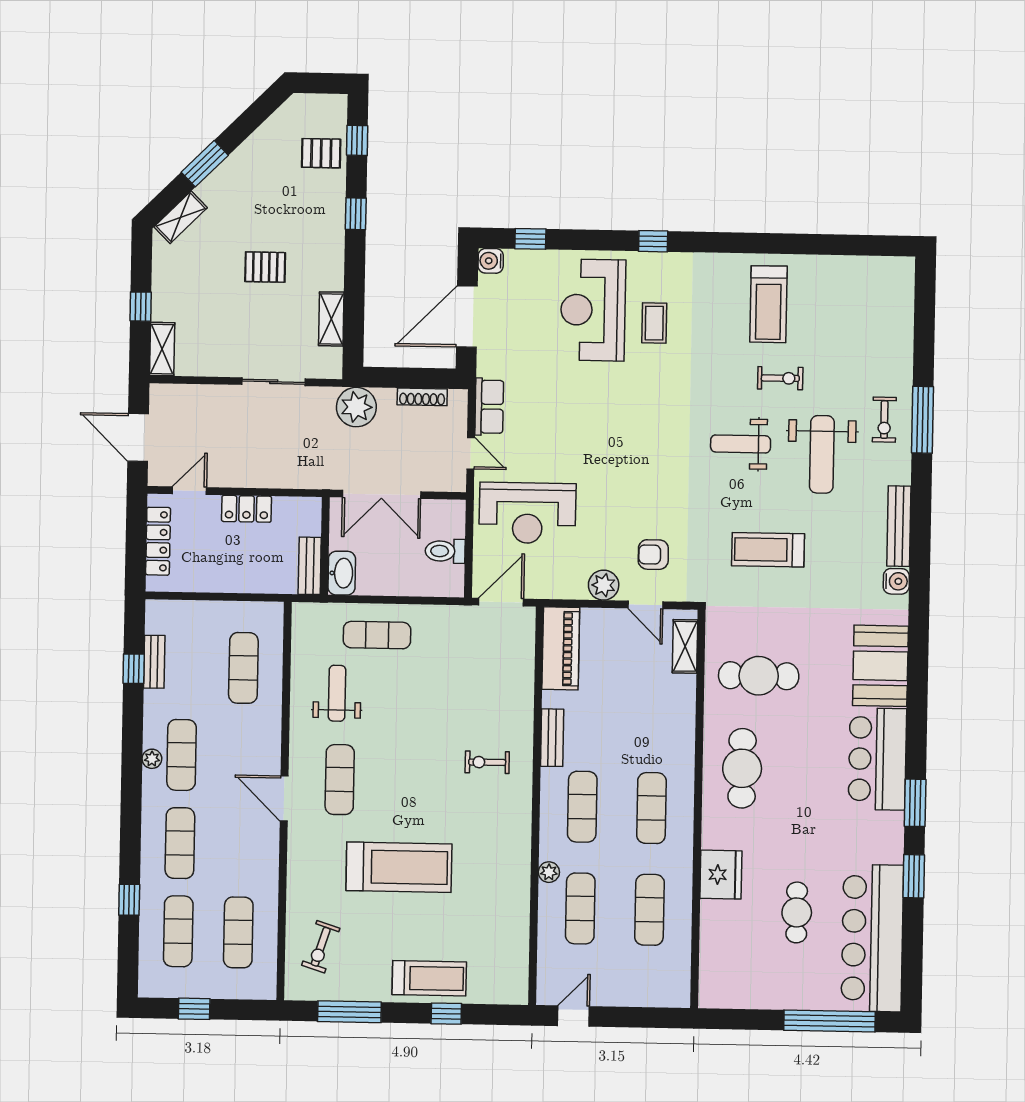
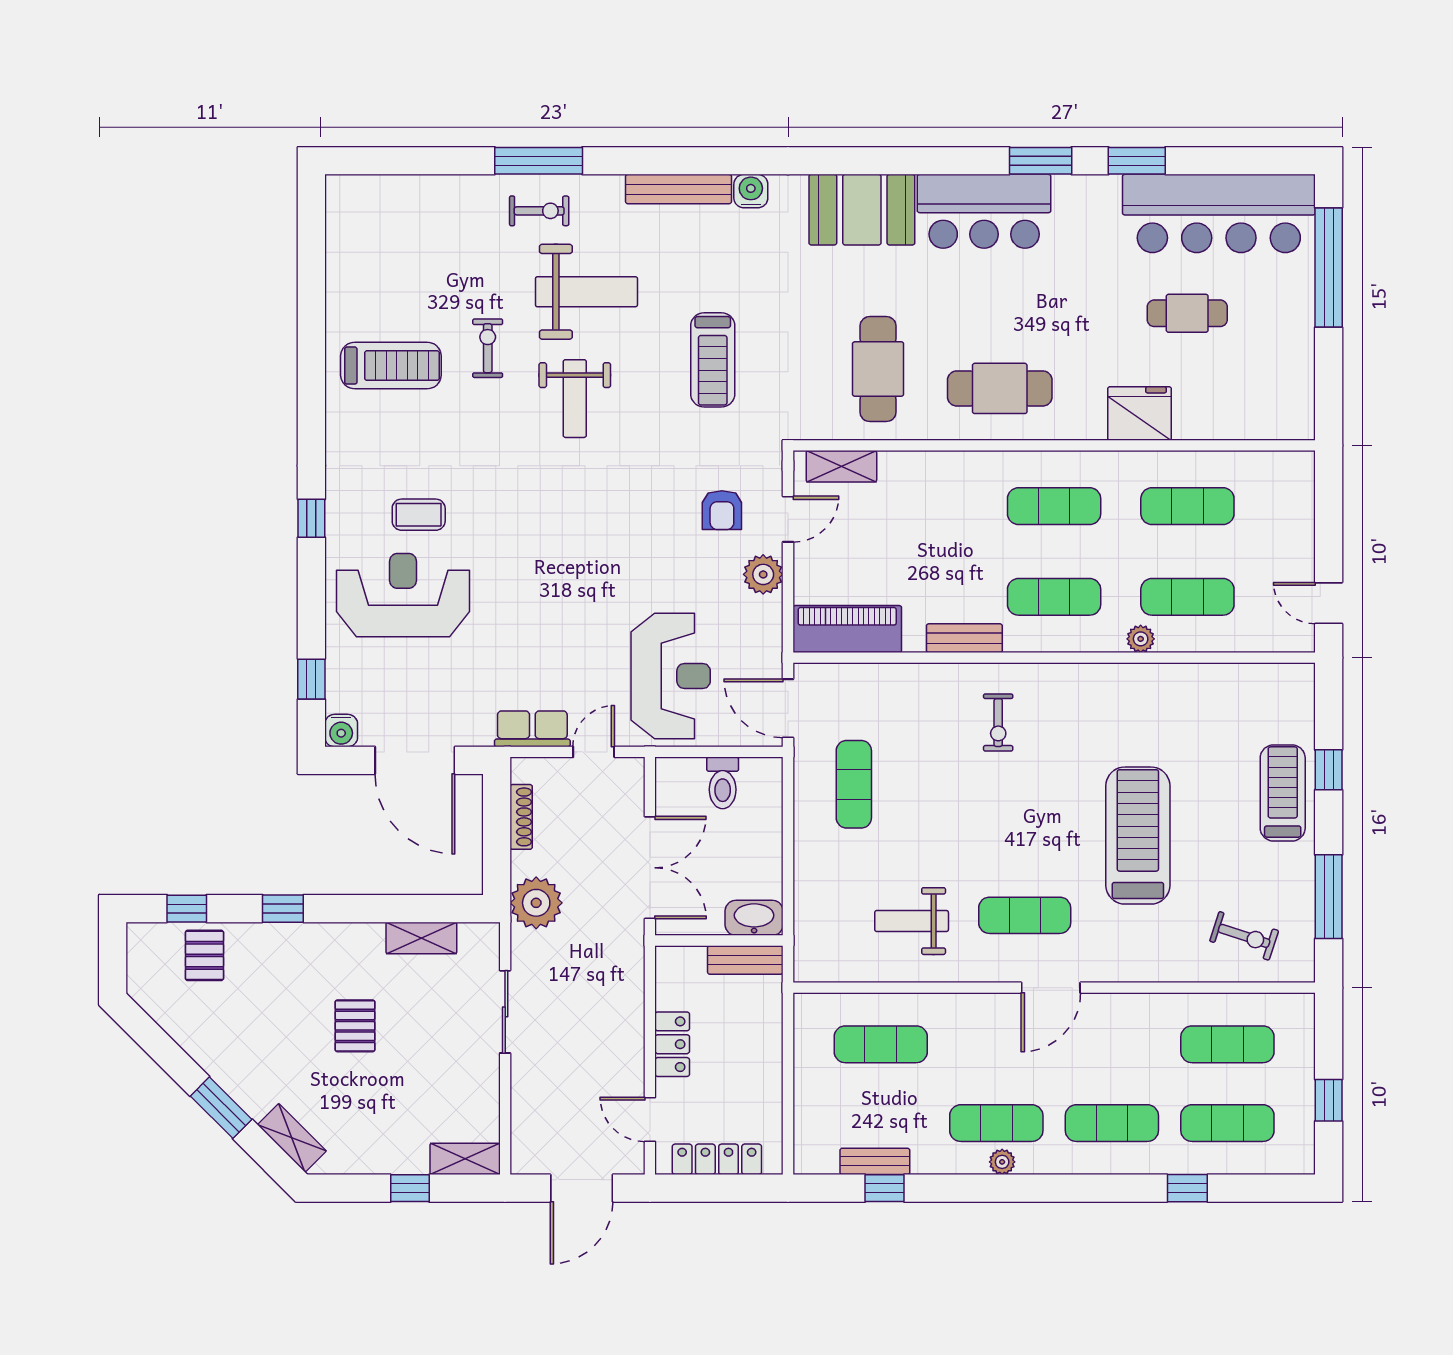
reception desk: (593, 310) -> (403, 595), turned 180
exercise mat: (377, 635) -> (854, 784), moved

